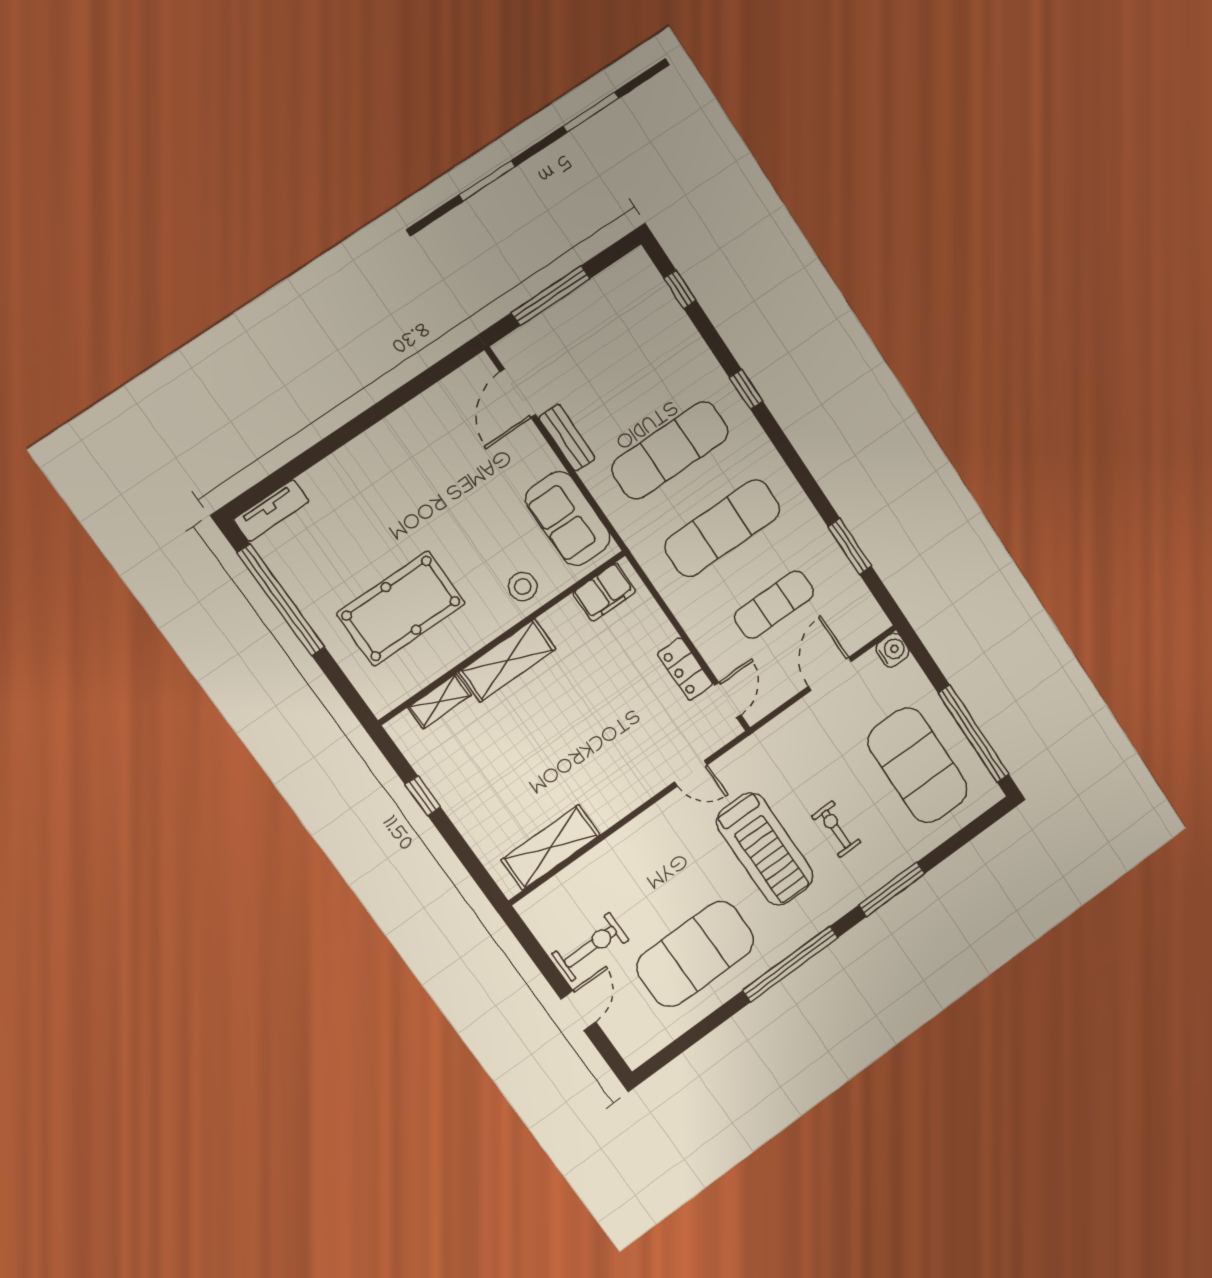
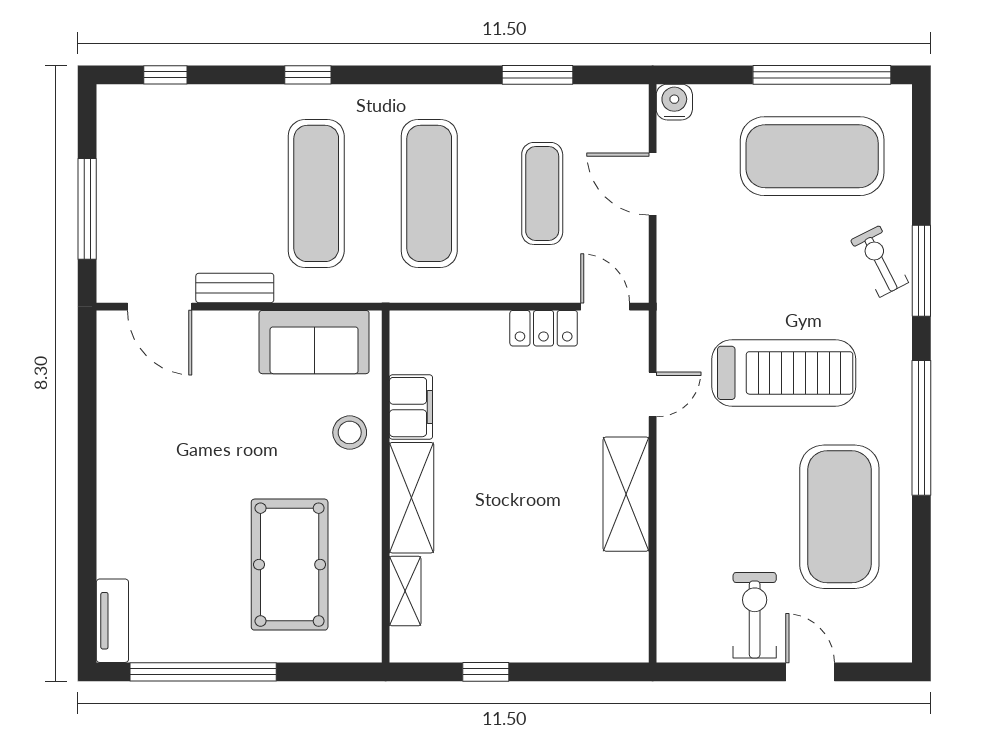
filing cabinet: (604, 592) -> (411, 407), moved
exercise bike: (836, 829) -> (880, 261), moved, turned 63
shelving: (551, 847) -> (626, 494), moved

